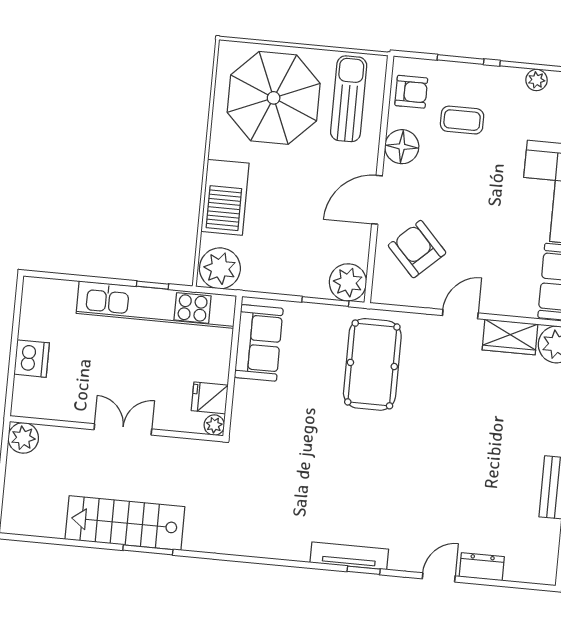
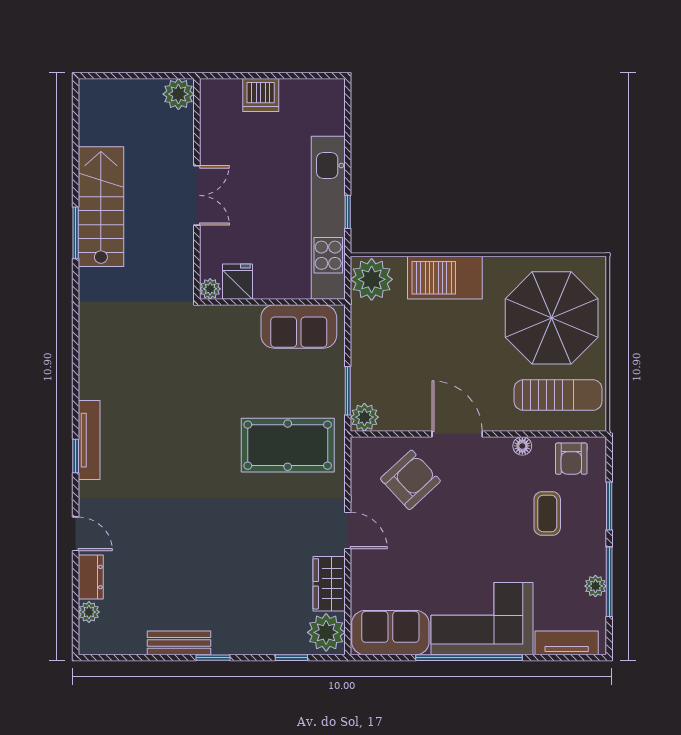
floor lamp: (402, 147) -> (522, 446), width x0.53, depth x0.53
plant: (348, 282) -> (364, 417), width x0.73, depth x0.73
plant: (515, 572) -> (89, 612), added

